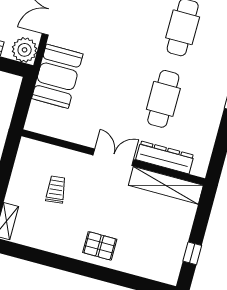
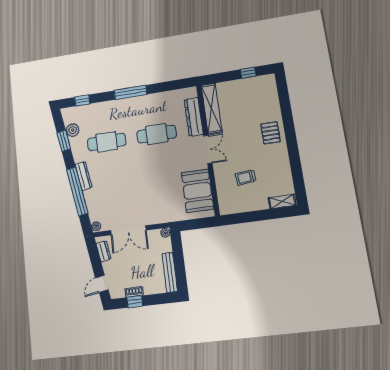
plant: (25, 50) -> (165, 233), width x0.53, depth x0.53
booth: (57, 76) -> (197, 191), moved, turned 90
double door: (113, 157) -> (208, 149), swing flipped

